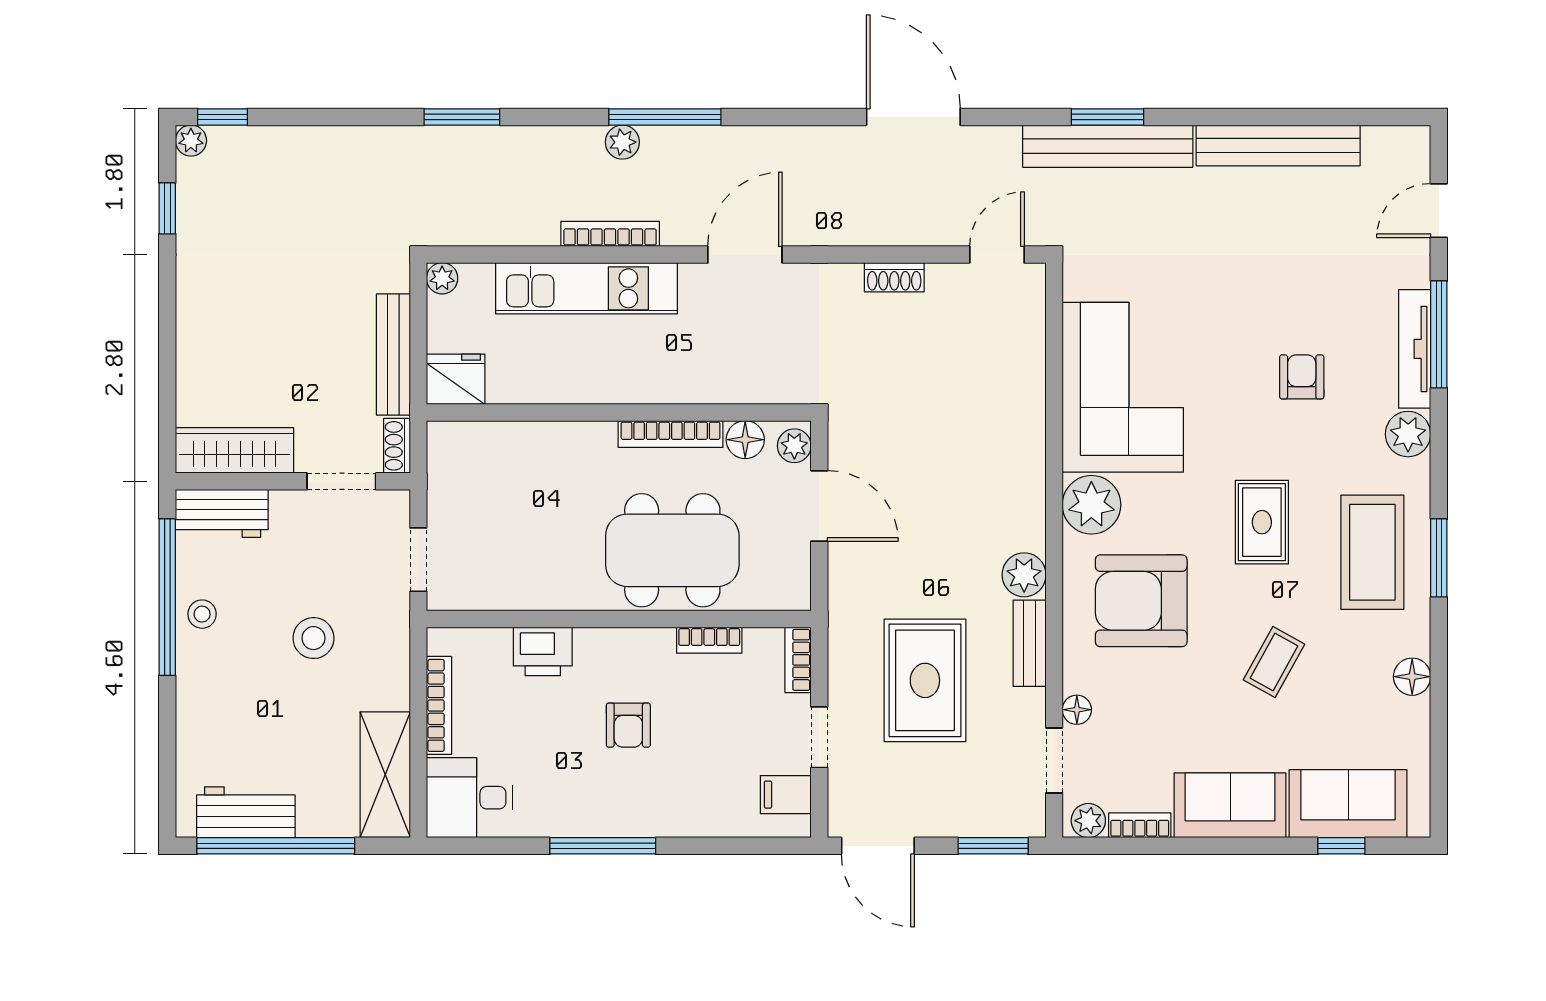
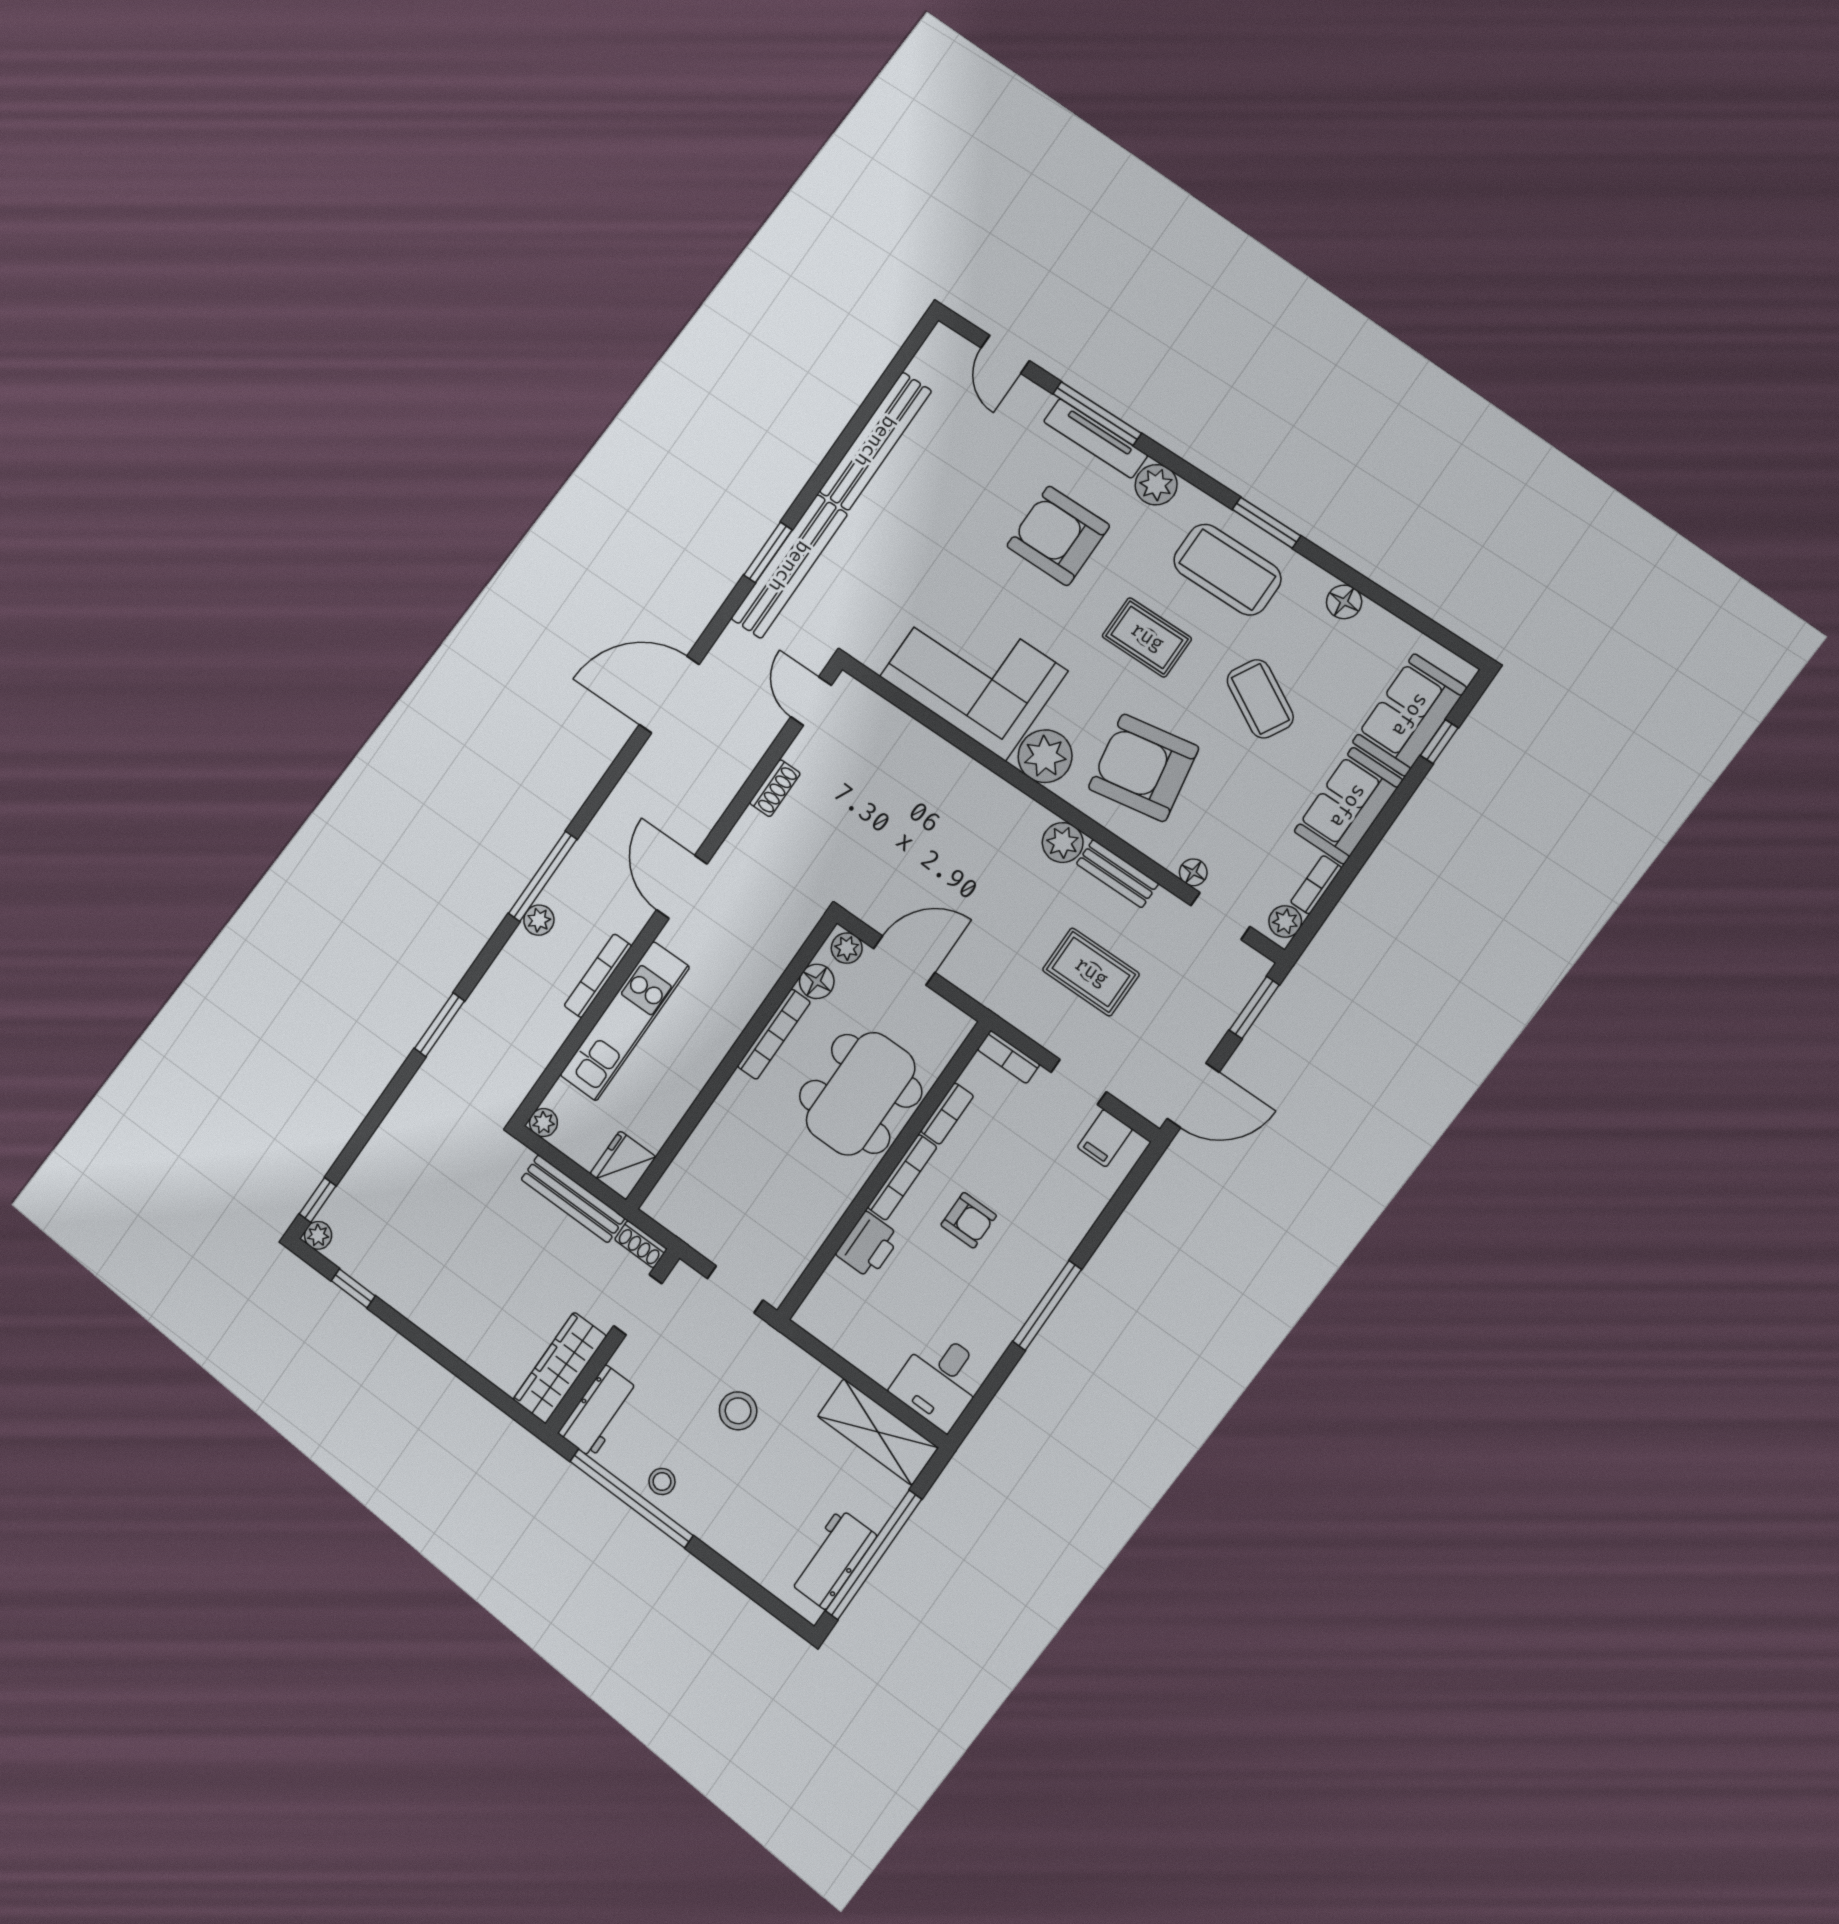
armchair: (1302, 377) -> (1058, 536), width x1.88, depth x1.88
armchair: (1141, 601) -> (1144, 768), turned 80
coffee table: (1274, 662) -> (1260, 699), width x1.36, depth x1.30
rug: (925, 680) -> (1091, 972), width x0.73, depth x0.70
bookcase: (439, 705) -> (902, 1177), moved, turned 90

